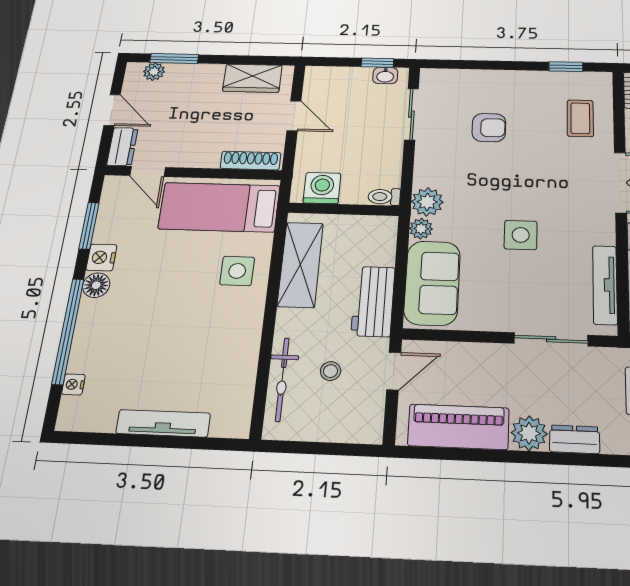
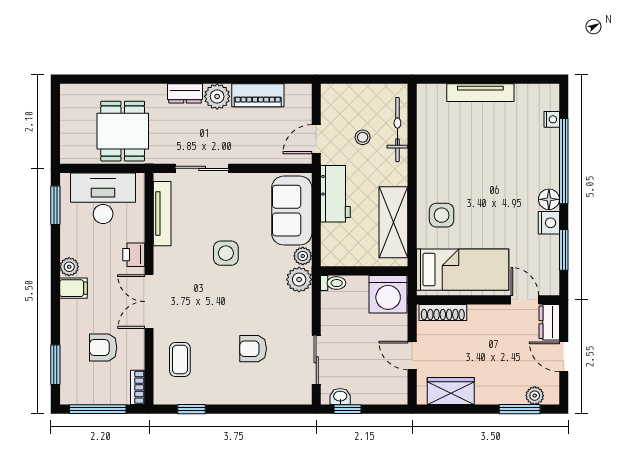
washing machine: (322, 188) -> (388, 294), width x1.37, depth x1.37
piano: (458, 427) -> (258, 95), width x0.73, depth x0.75

